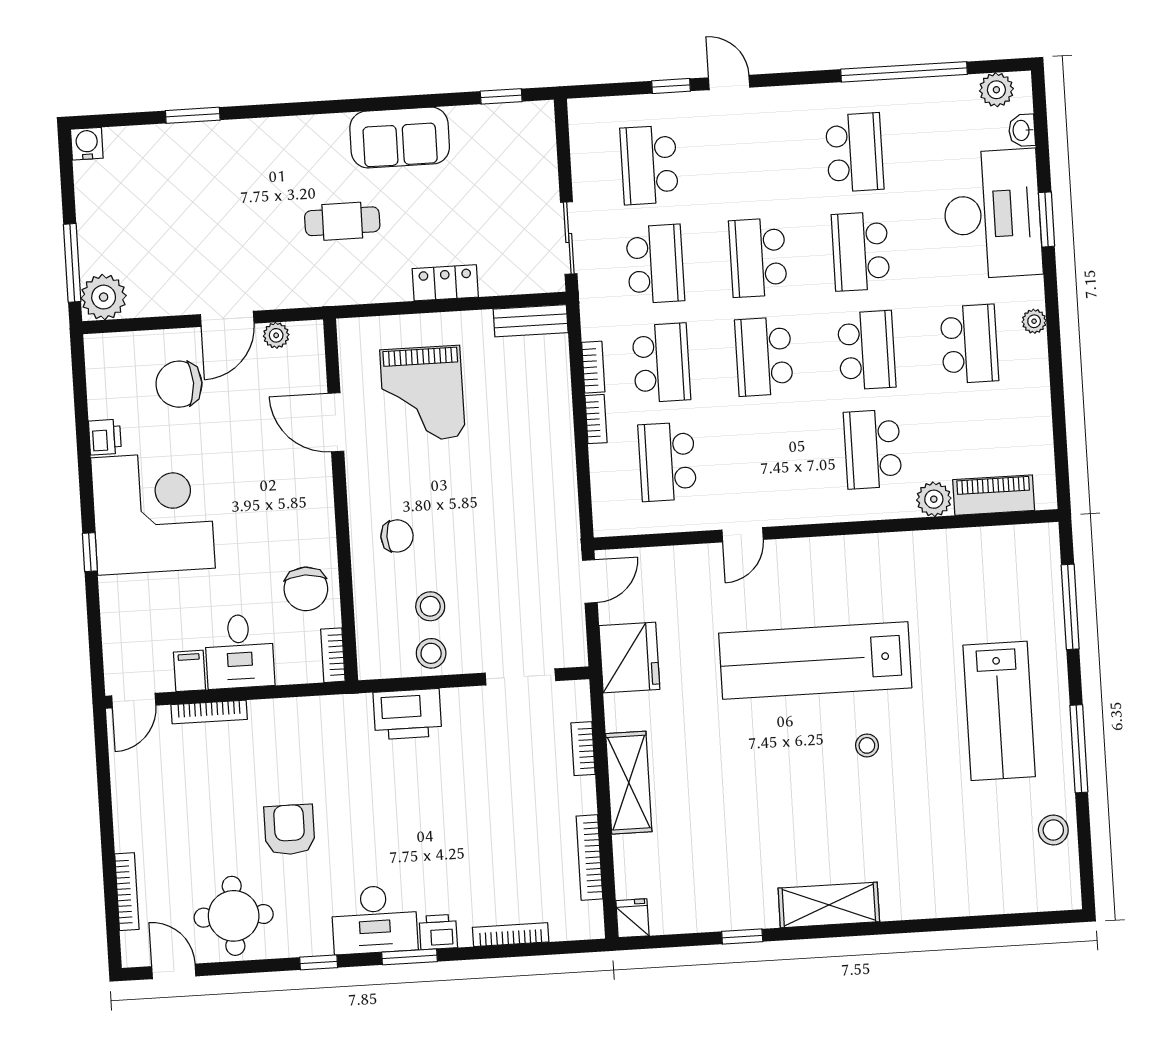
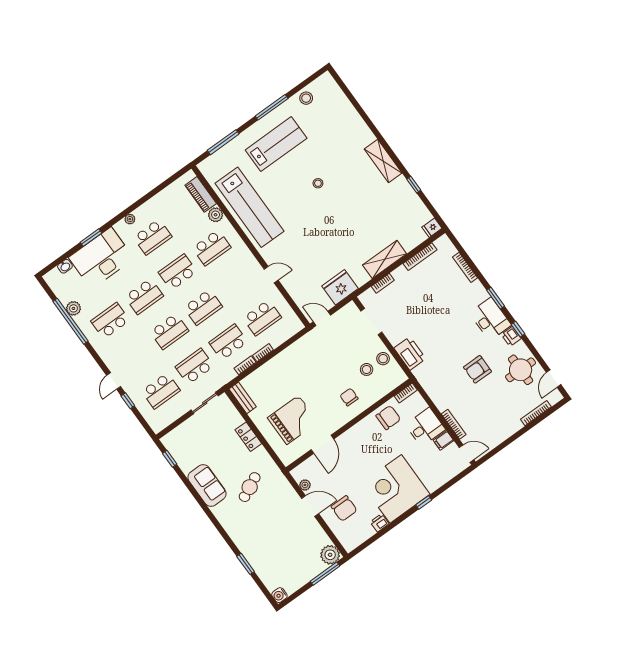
plant: (996, 90) -> (73, 308), moved
cafe table: (342, 221) -> (250, 487), turned 64
school desk: (969, 344) -> (153, 237), turned 180
lab bench: (815, 660) -> (249, 207), moved
printer: (438, 932) -> (511, 336), moved

